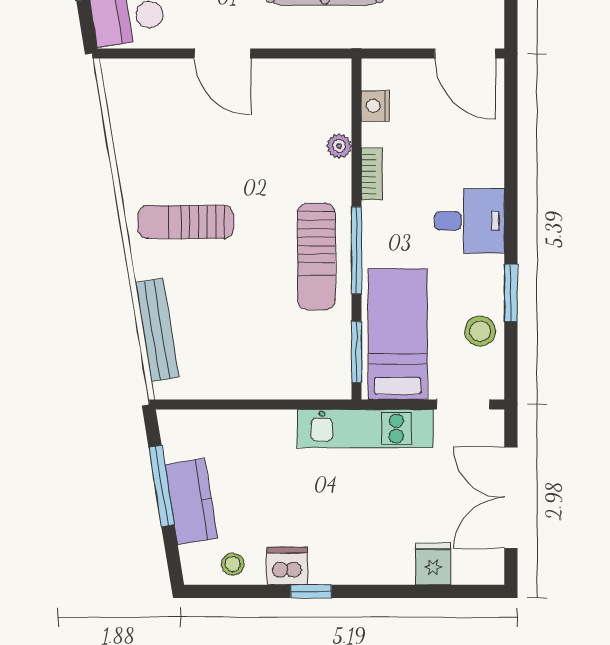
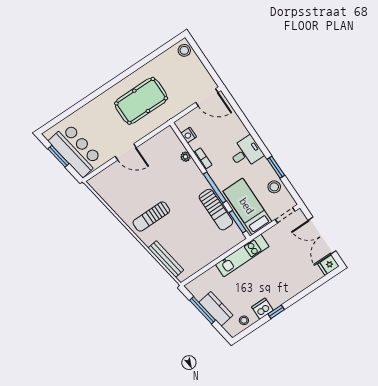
sun lounger: (316, 257) -> (216, 210), moved
kitchen unit: (365, 428) -> (242, 256), moved
fridge: (433, 564) -> (328, 265), moved, turned -90

